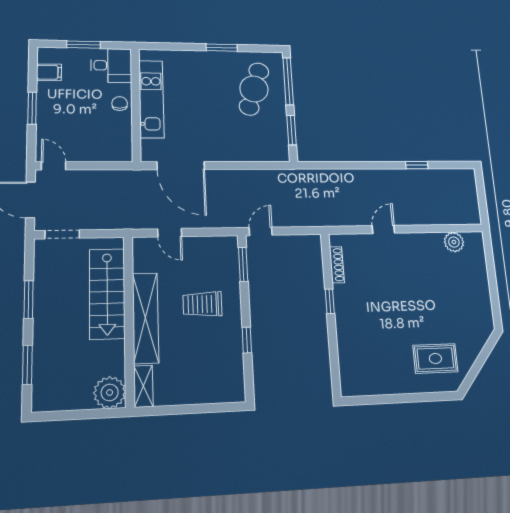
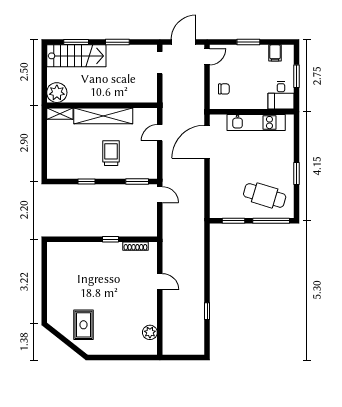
chair: (120, 104) -> (224, 89), moved
stairs: (107, 294) -> (76, 56), moved, turned 180
rug: (435, 358) -> (84, 325), moved

